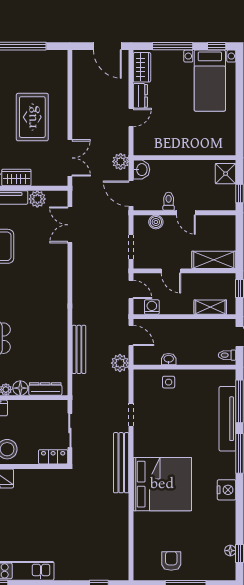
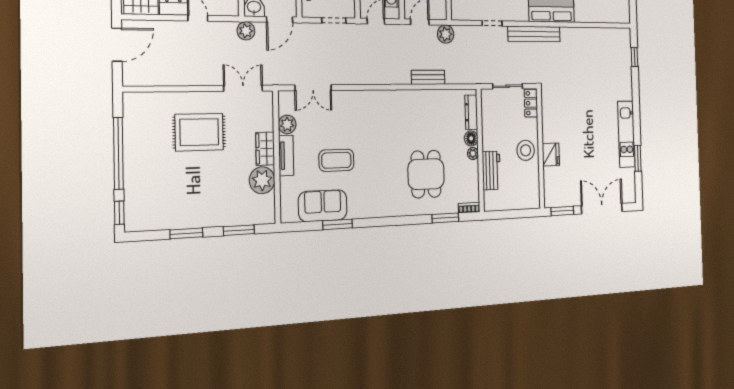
bench: (79, 349) -> (428, 77), width x0.73

